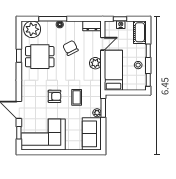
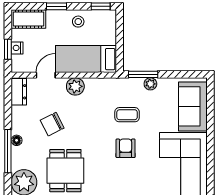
door: (103, 44) -> (46, 75), hinge flipped
sofa: (92, 134) -> (193, 106), moved, turned 90

